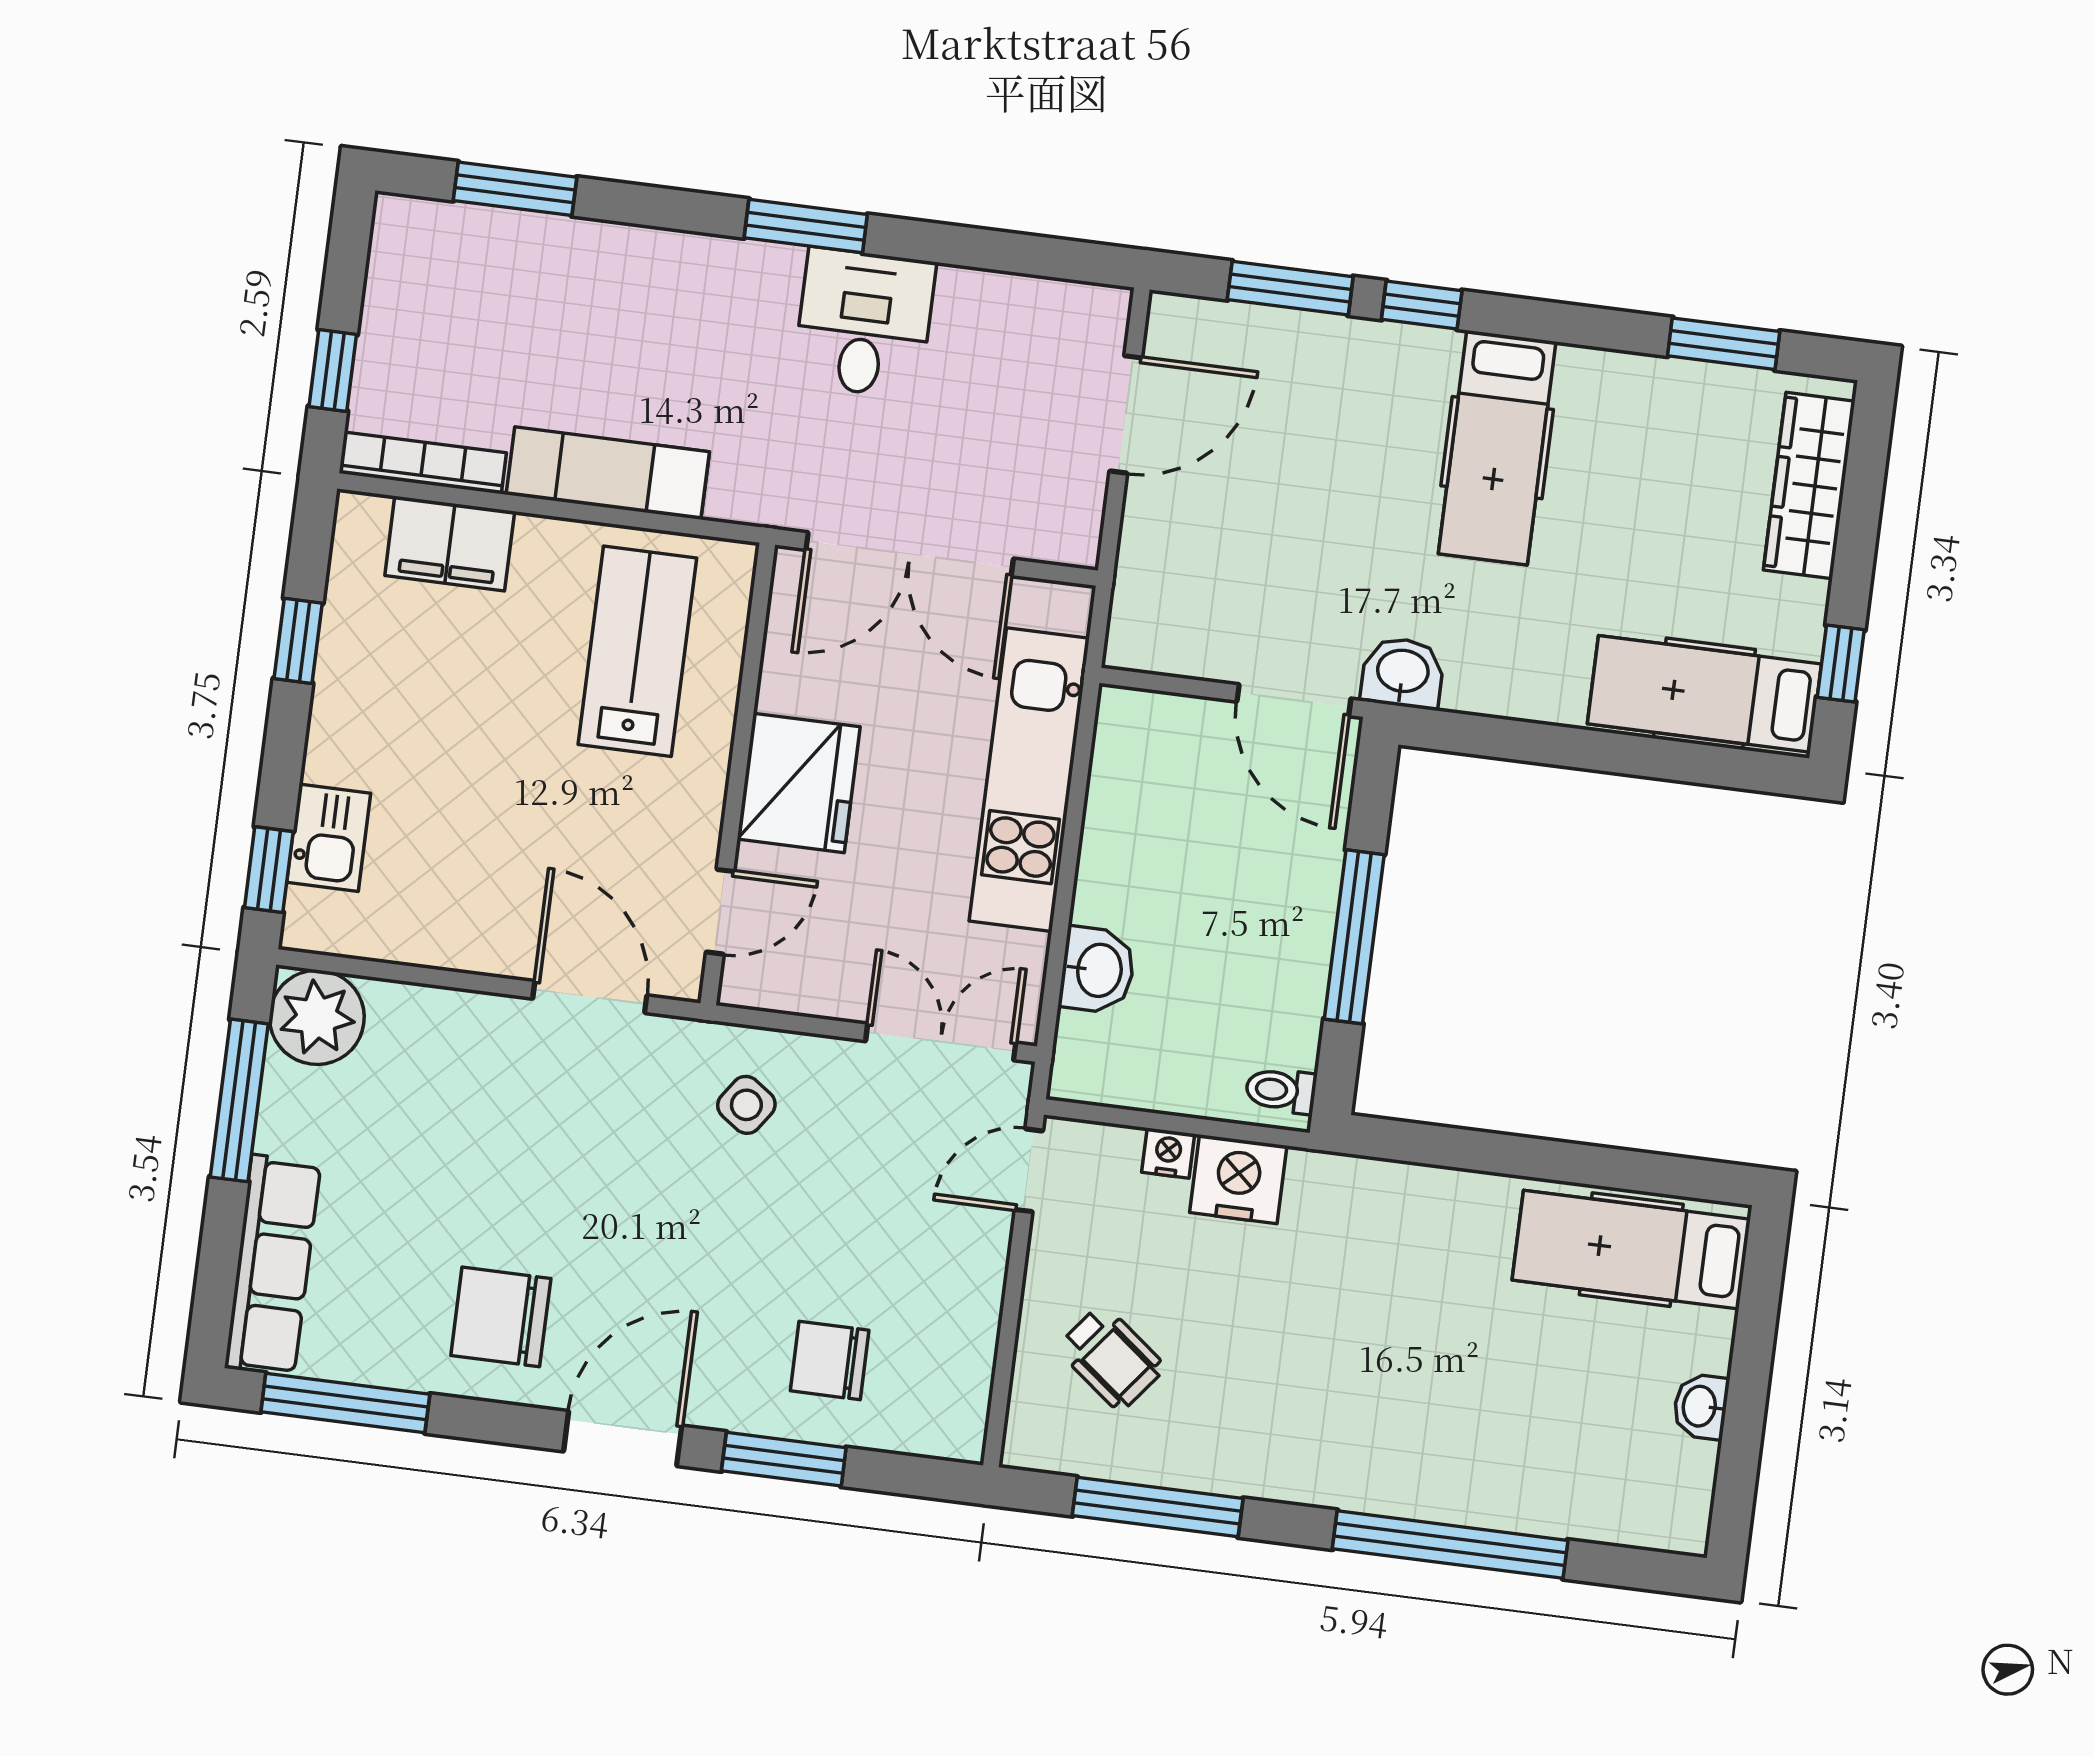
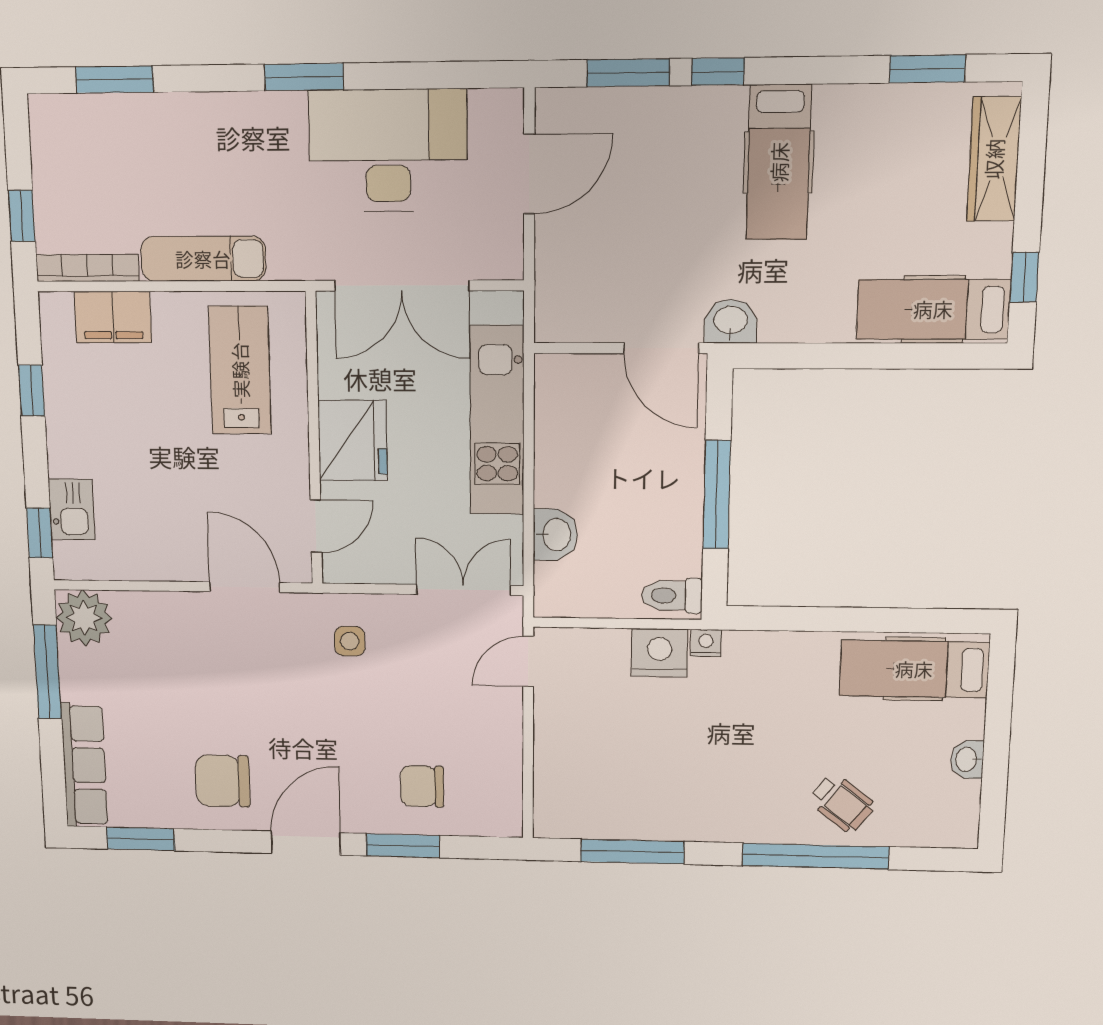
desk: (864, 323) -> (388, 151), width x1.87, depth x1.30
toilet: (1281, 1090) -> (672, 596), width x1.37, depth x1.39
side table: (746, 1105) -> (350, 641), turned -35
nightstand: (1168, 1153) -> (706, 643), moved
wheelchair: (1111, 1358) -> (842, 803), moved
window: (345, 1403) -> (140, 839), width x0.69

